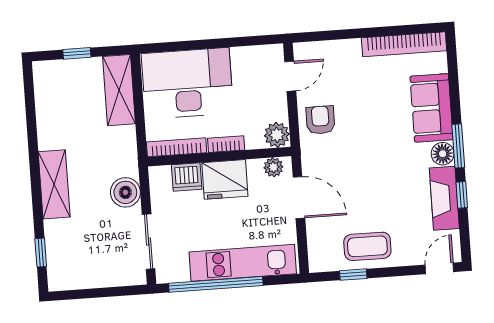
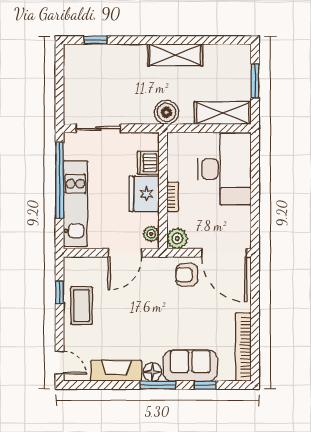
window: (77, 53) -> (255, 81), width x1.50
door: (290, 76) -> (224, 253), width x1.87
armchair: (320, 120) -> (187, 275), turned 180
bookcase: (177, 147) -> (173, 156), removed
shelving: (54, 184) -> (175, 55), moved
boiler: (125, 192) -> (166, 112), moved
window: (462, 195) -> (205, 385), moved

